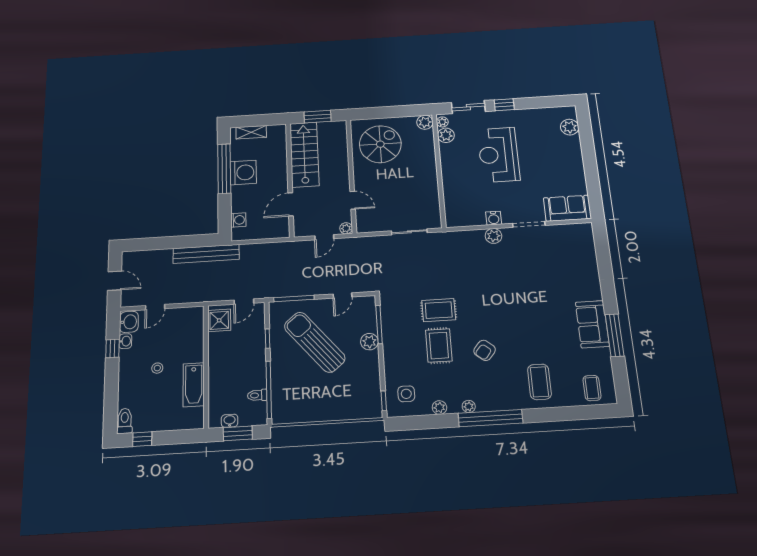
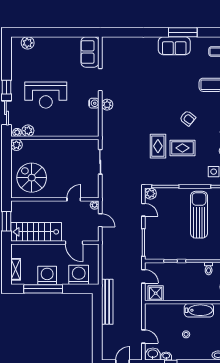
washing machine: (238, 220) -> (79, 275), width x1.89, depth x1.89
sun lounger: (315, 342) -> (199, 215), moved, turned 130
plant: (369, 342) -> (150, 194), moved

